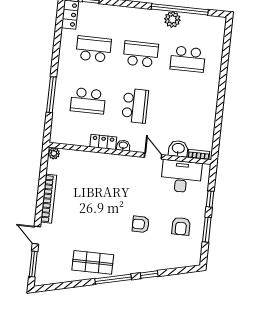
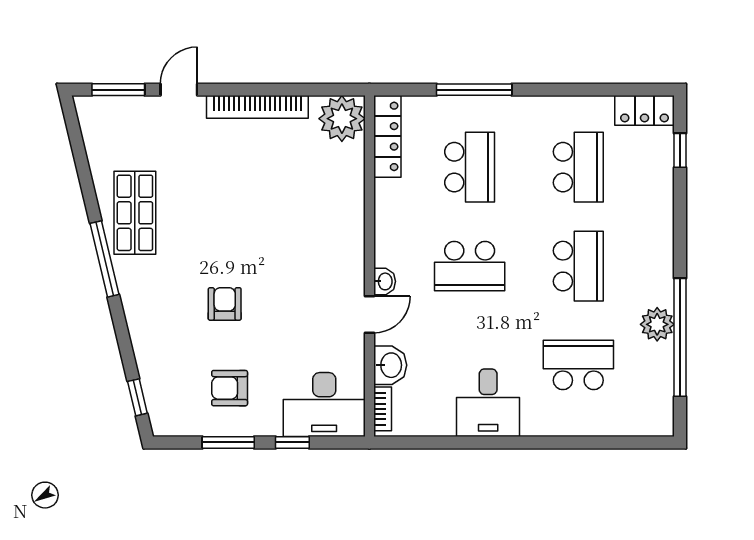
school desk: (188, 59) -> (578, 365), turned 90
school desk: (88, 101) -> (470, 167), turned 180
desk: (201, 104) -> (488, 403), added
locker: (103, 142) -> (387, 136), moved, width x1.53
washbasin: (123, 145) -> (385, 281), moved
plant: (54, 153) -> (342, 119), width x1.88, depth x1.88
desk: (181, 176) -> (324, 405), moved, turned 90
window: (149, 275) -> (137, 397), moved

